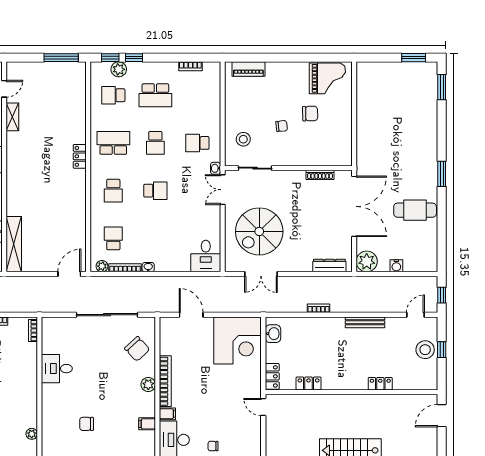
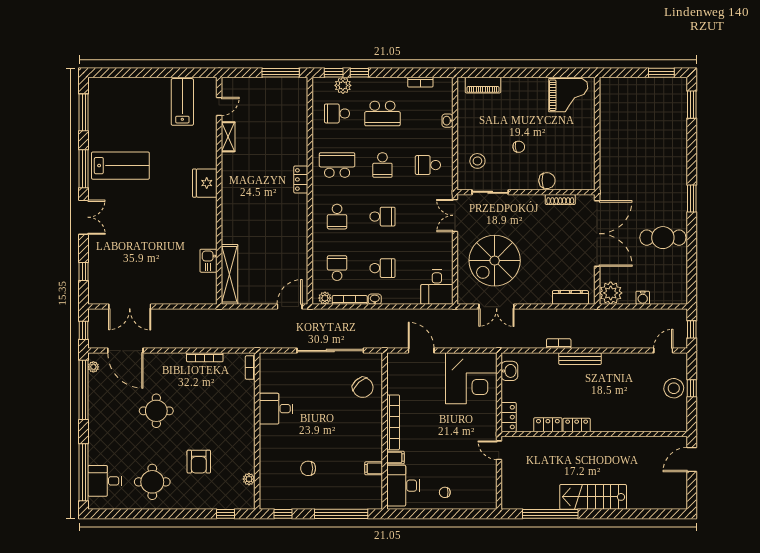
chair: (310, 114) -> (547, 181), moved
washbasin: (216, 168) -> (447, 121), moved
school desk: (155, 238) -> (382, 268), added
bench: (365, 322) -> (580, 359), moved
locker: (380, 384) -> (577, 425), moved
plant: (148, 385) -> (375, 426), removed

